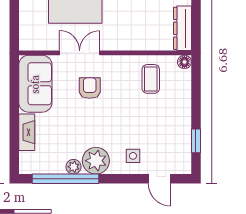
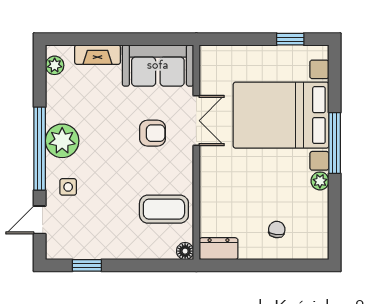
dresser: (183, 28) -> (219, 249), width x0.70
coffee table: (151, 79) -> (164, 209), width x1.36, depth x1.30
plant: (74, 167) -> (55, 65), moved
window: (66, 179) -> (40, 149), moved

